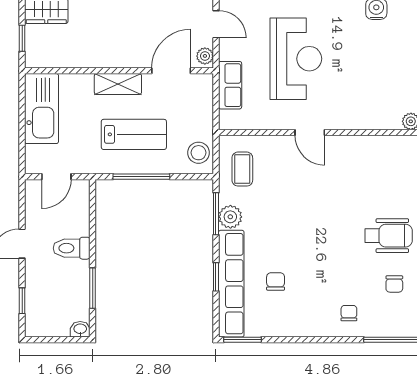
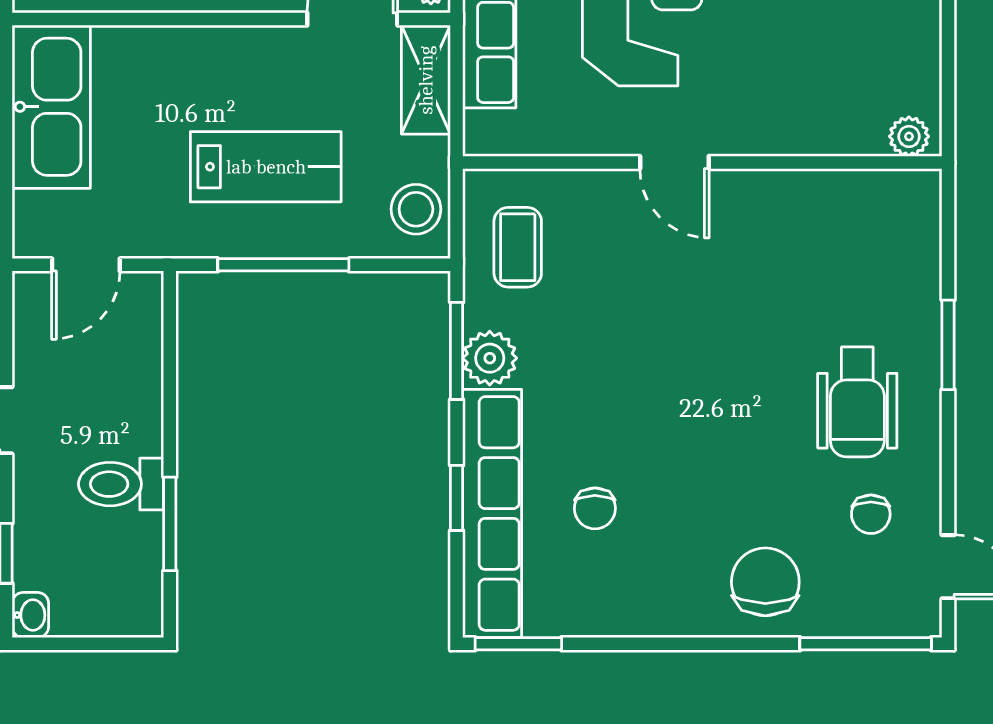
shelving: (118, 84) -> (426, 80), moved, turned 90
wheelchair: (389, 236) -> (857, 402), turned 90
toilet: (72, 248) -> (121, 484), moved
chair: (276, 281) -> (595, 508), turned 180
chair: (349, 313) -> (765, 582), width x1.87, depth x1.87
washbasin: (80, 329) -> (30, 615), moved, turned 90

